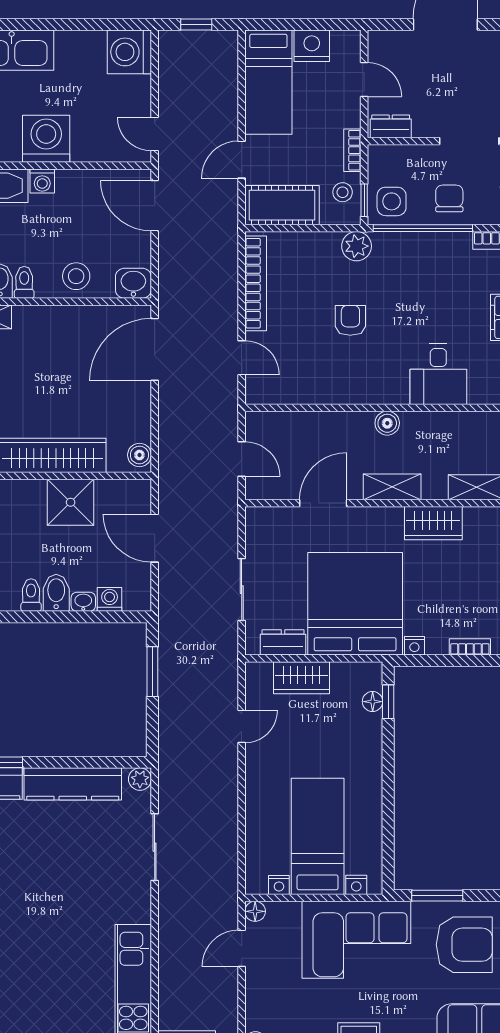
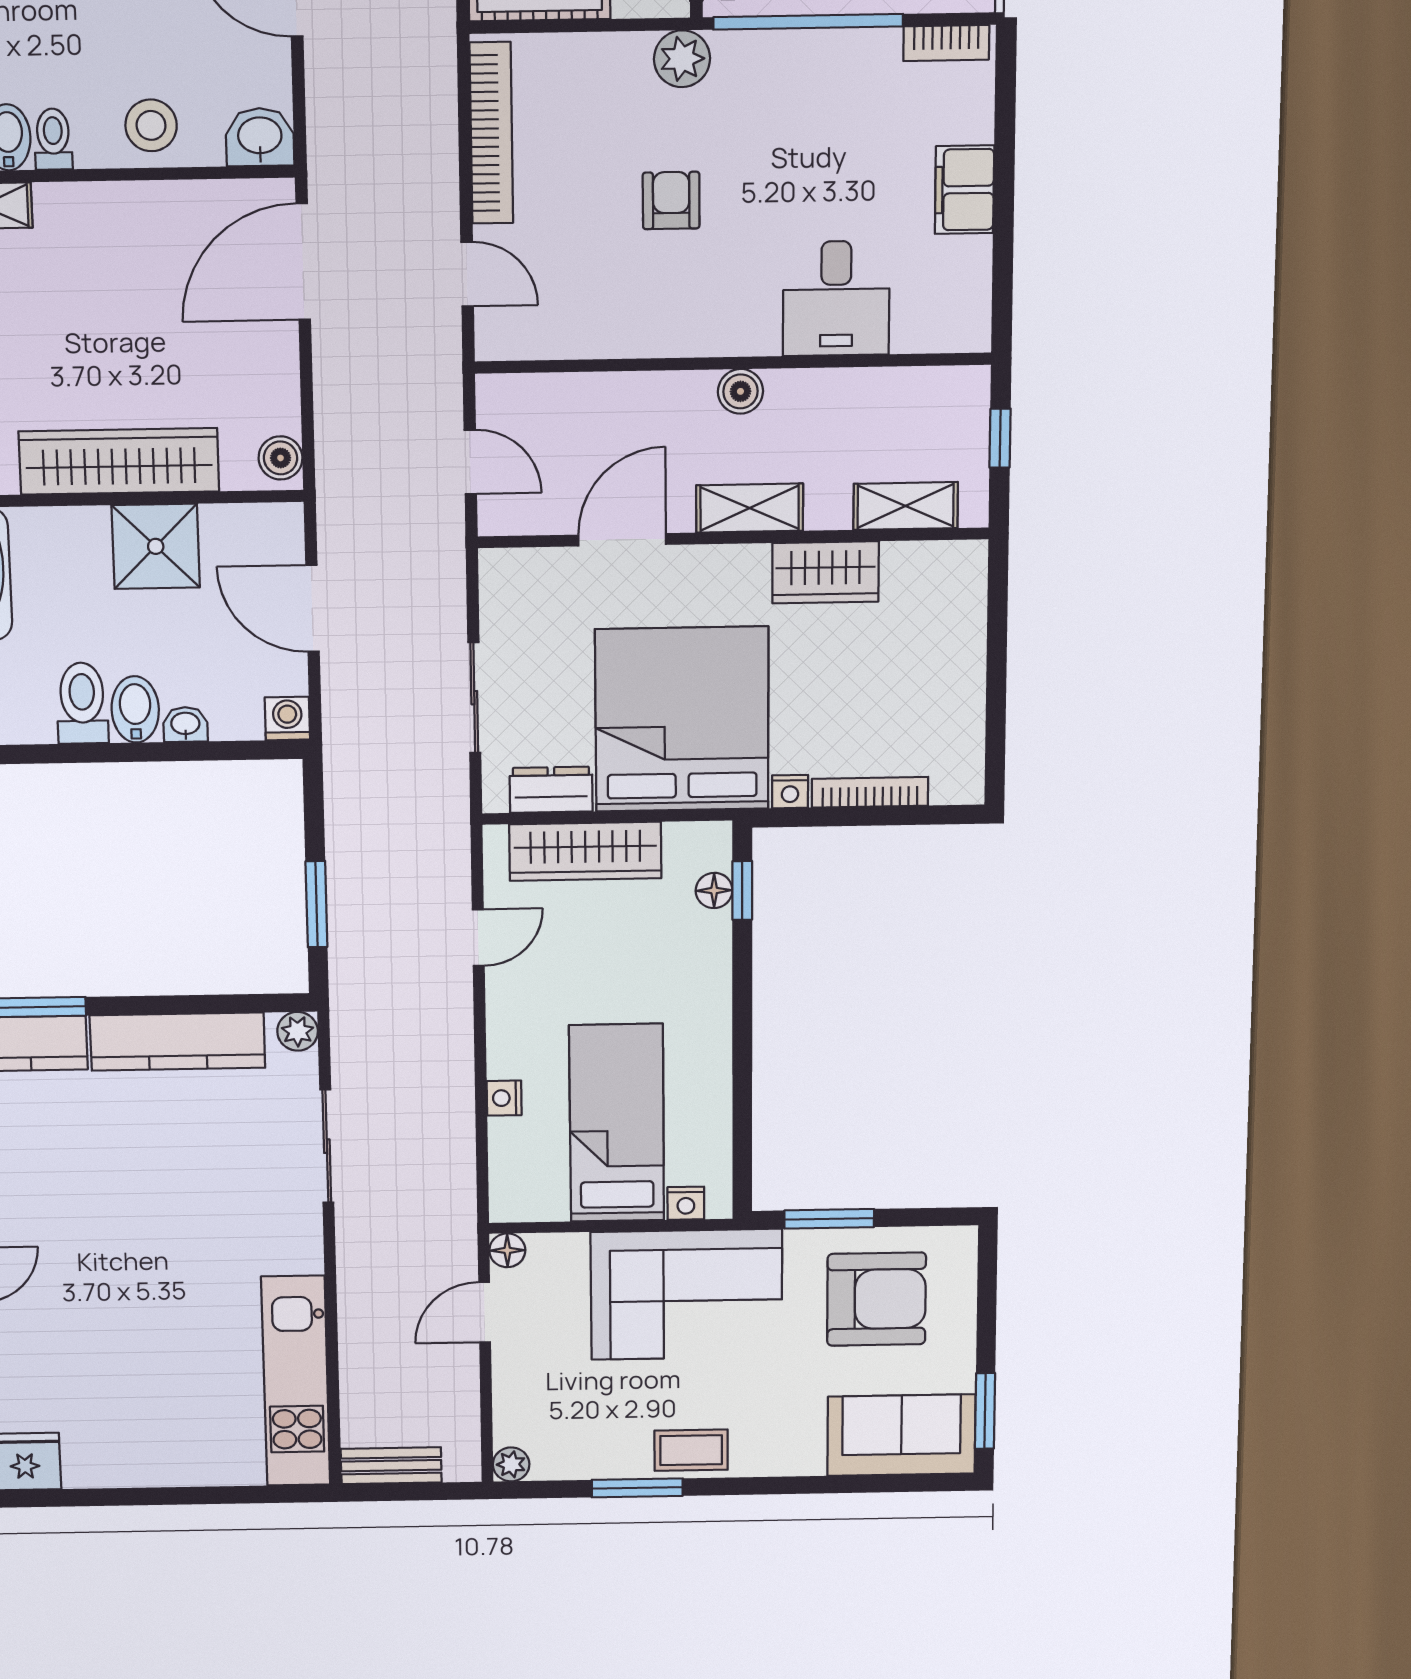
toilet: (31, 595) -> (82, 703), width x1.37, depth x1.39
washing machine: (110, 599) -> (287, 718), moved
bookcase: (470, 647) -> (870, 792), width x1.56
window: (152, 672) -> (316, 904), moved
wardrobe: (301, 678) -> (585, 851), width x1.50
nightstand: (279, 885) -> (504, 1098), moved, turned 90

